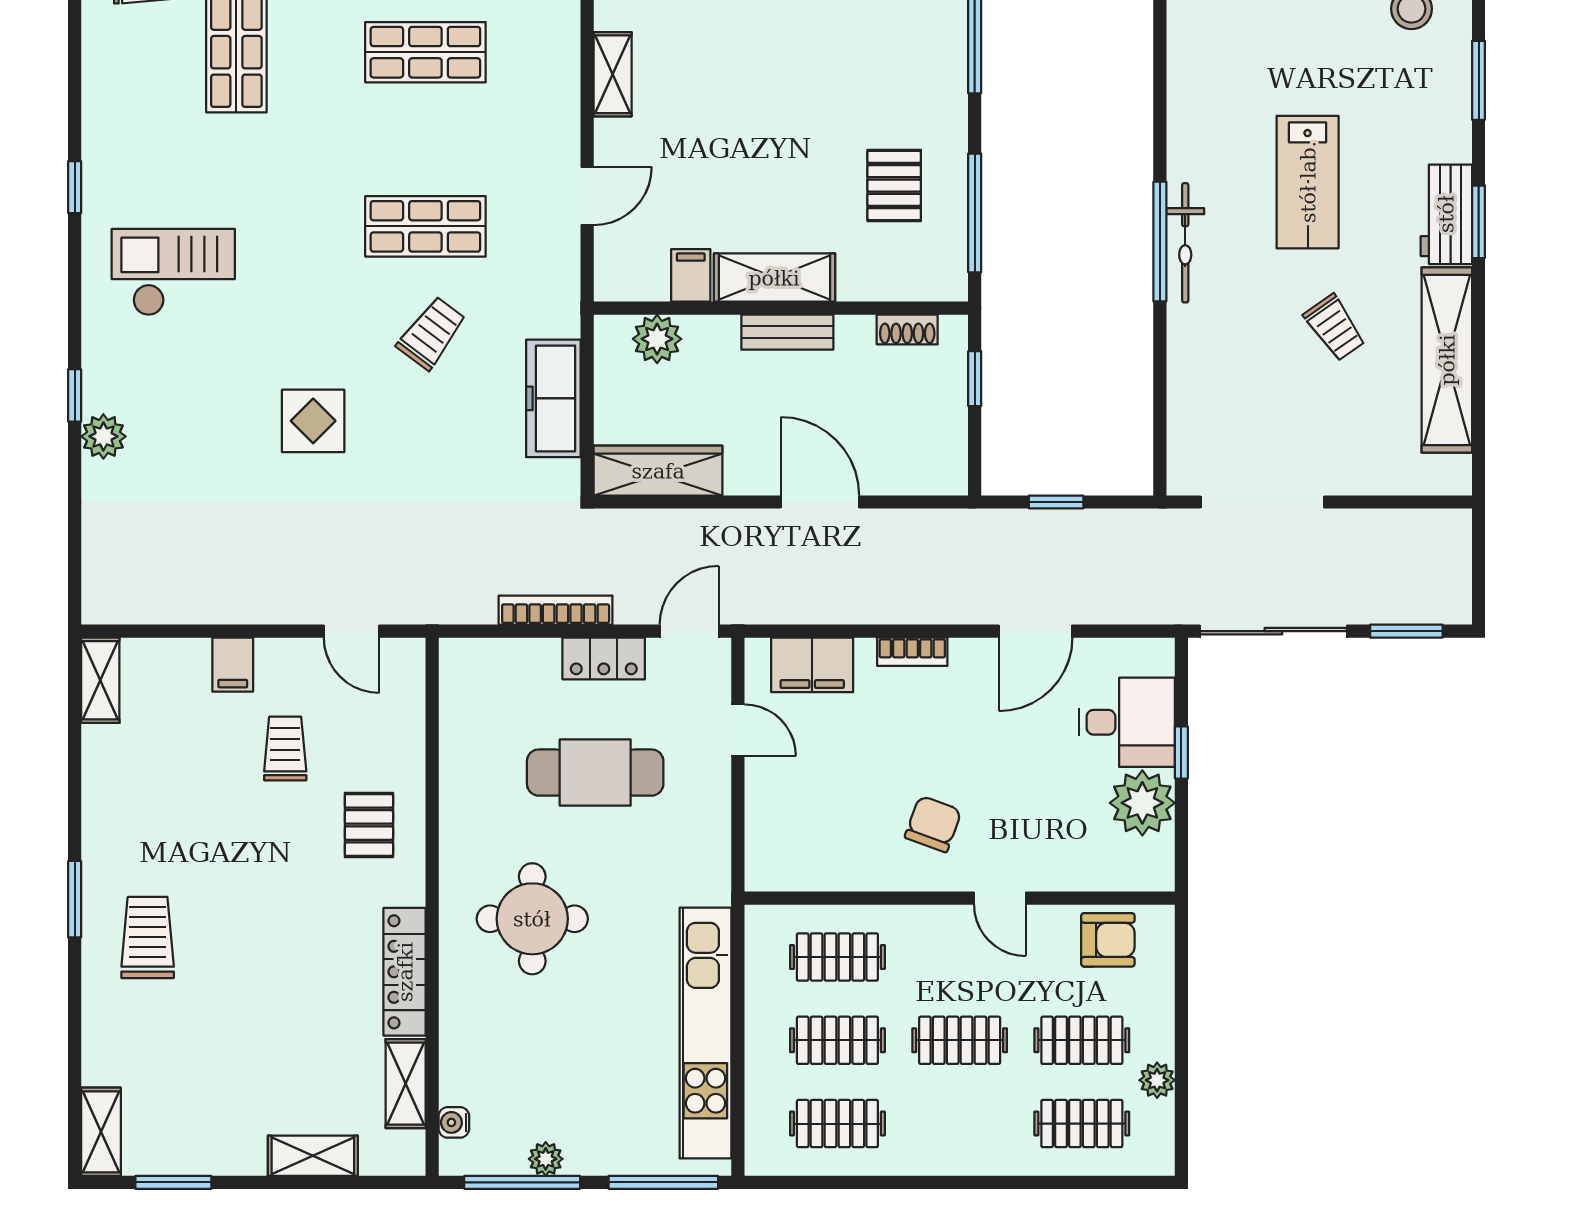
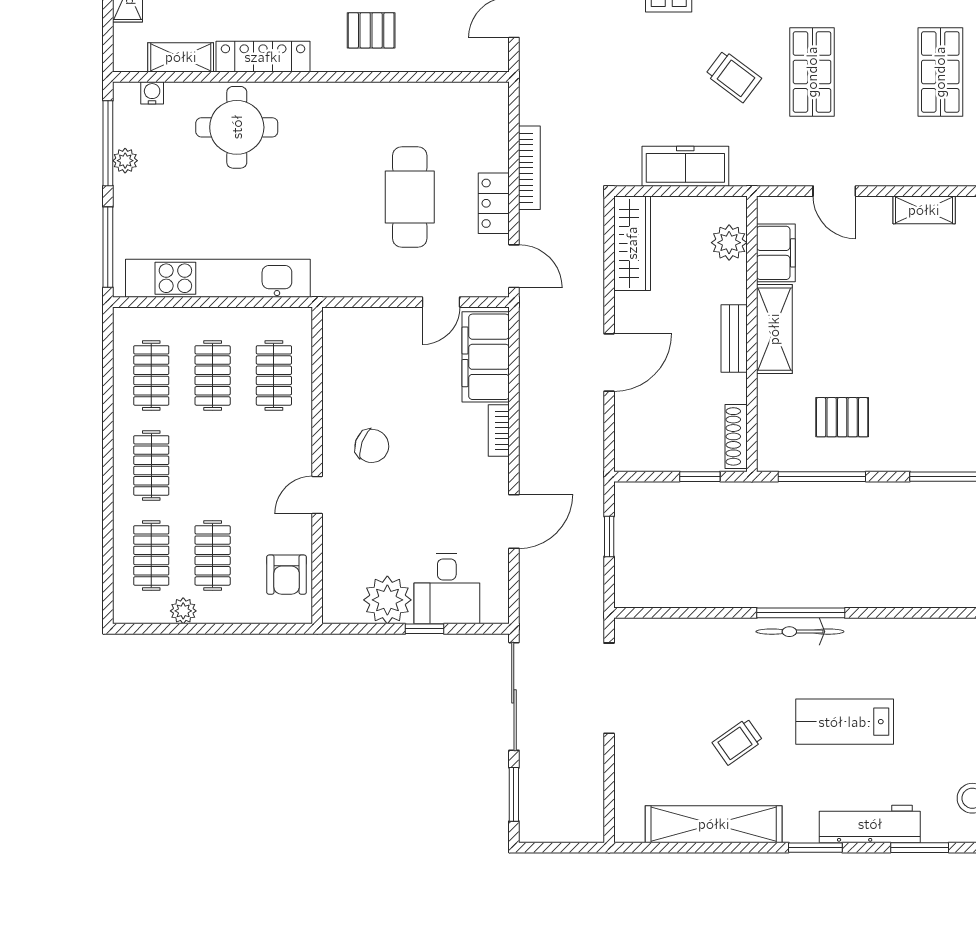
workbench: (1446, 214) -> (870, 824), moved, width x1.38
filing cabinet: (691, 275) -> (776, 253), width x2.00
shoe rack: (907, 329) -> (736, 436), width x1.43
door: (1036, 631) -> (514, 521), swing flipped
filing cabinet: (812, 665) -> (486, 357), width x1.50, depth x1.17
round table: (532, 919) -> (237, 127), moved
clothes rail: (960, 1040) -> (151, 465), moved

